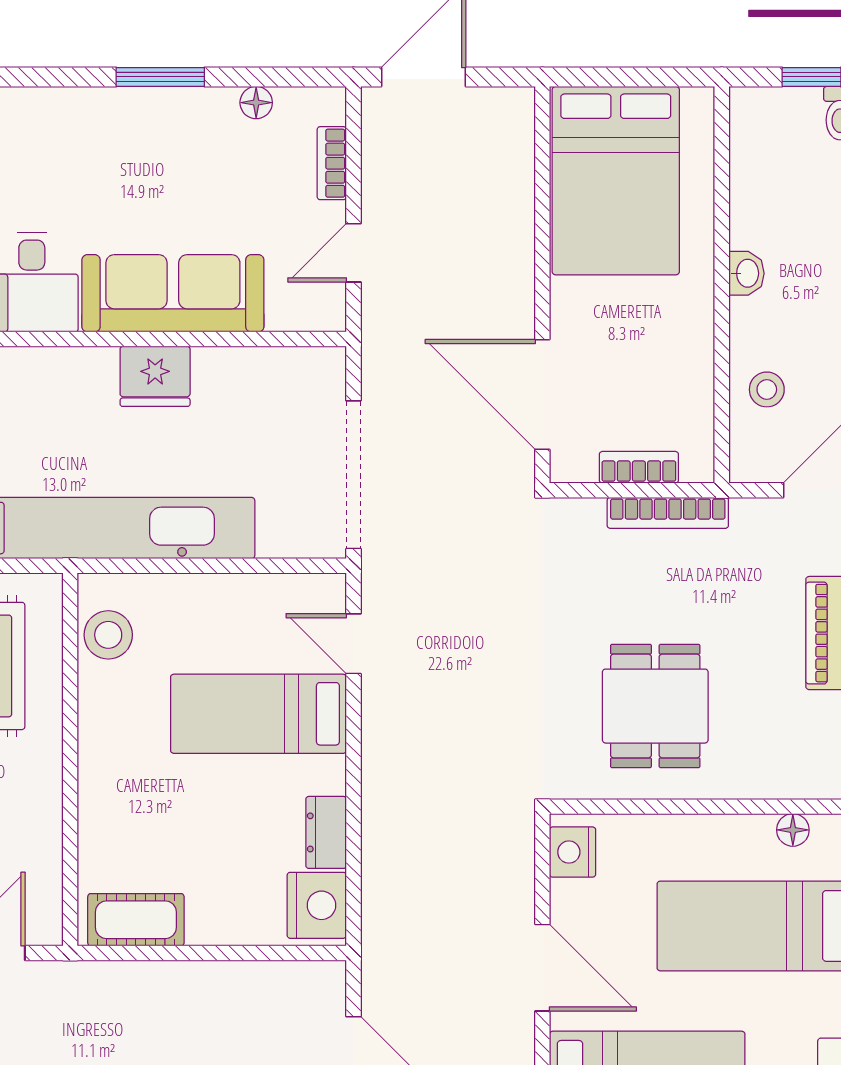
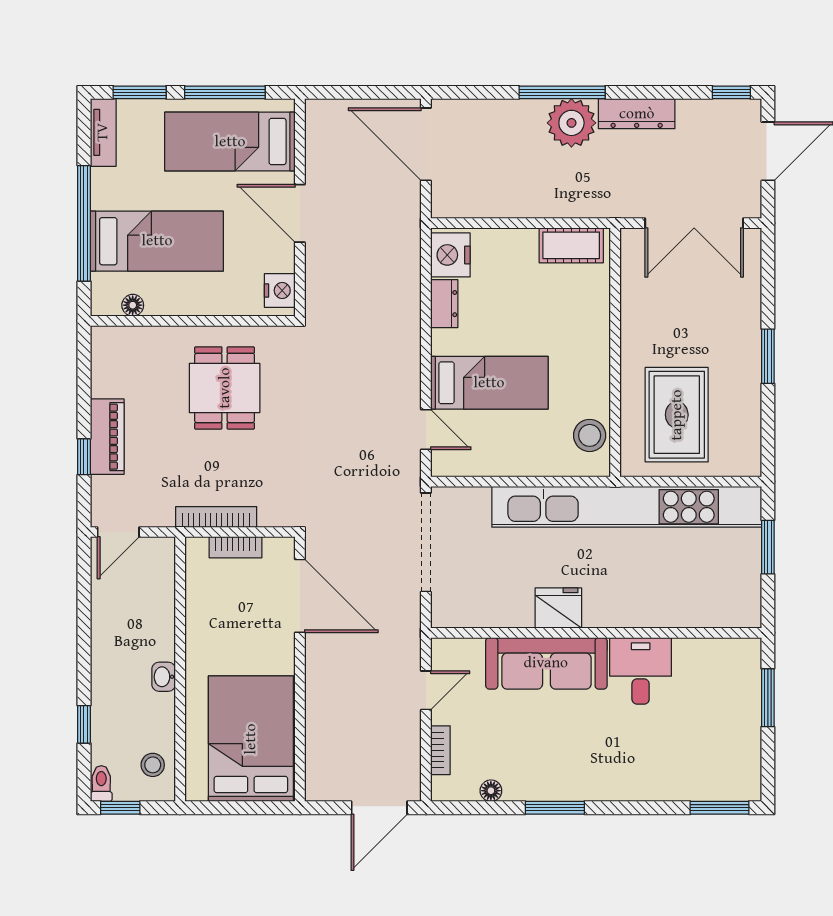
stool: (767, 389) -> (153, 765), moved

